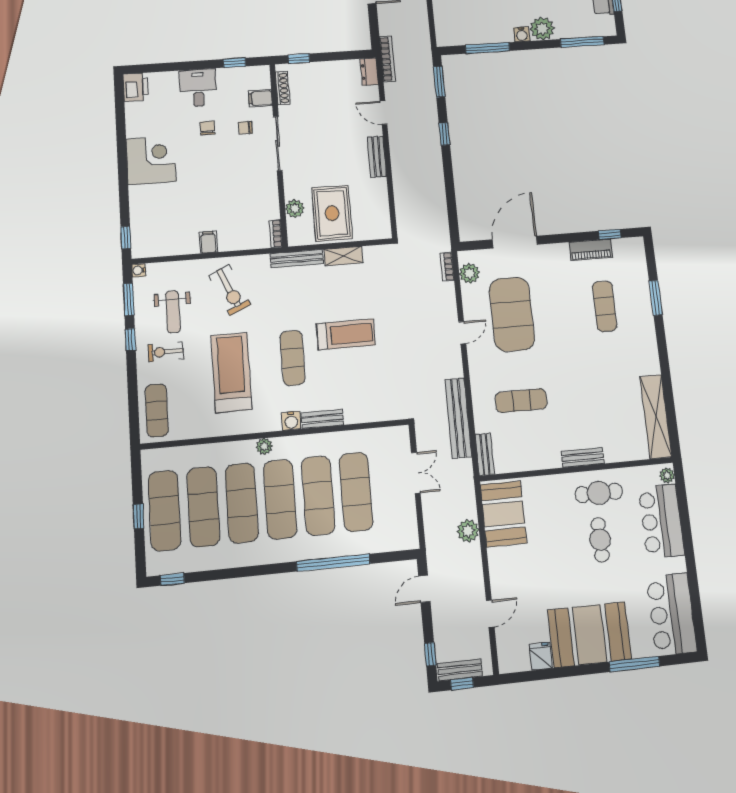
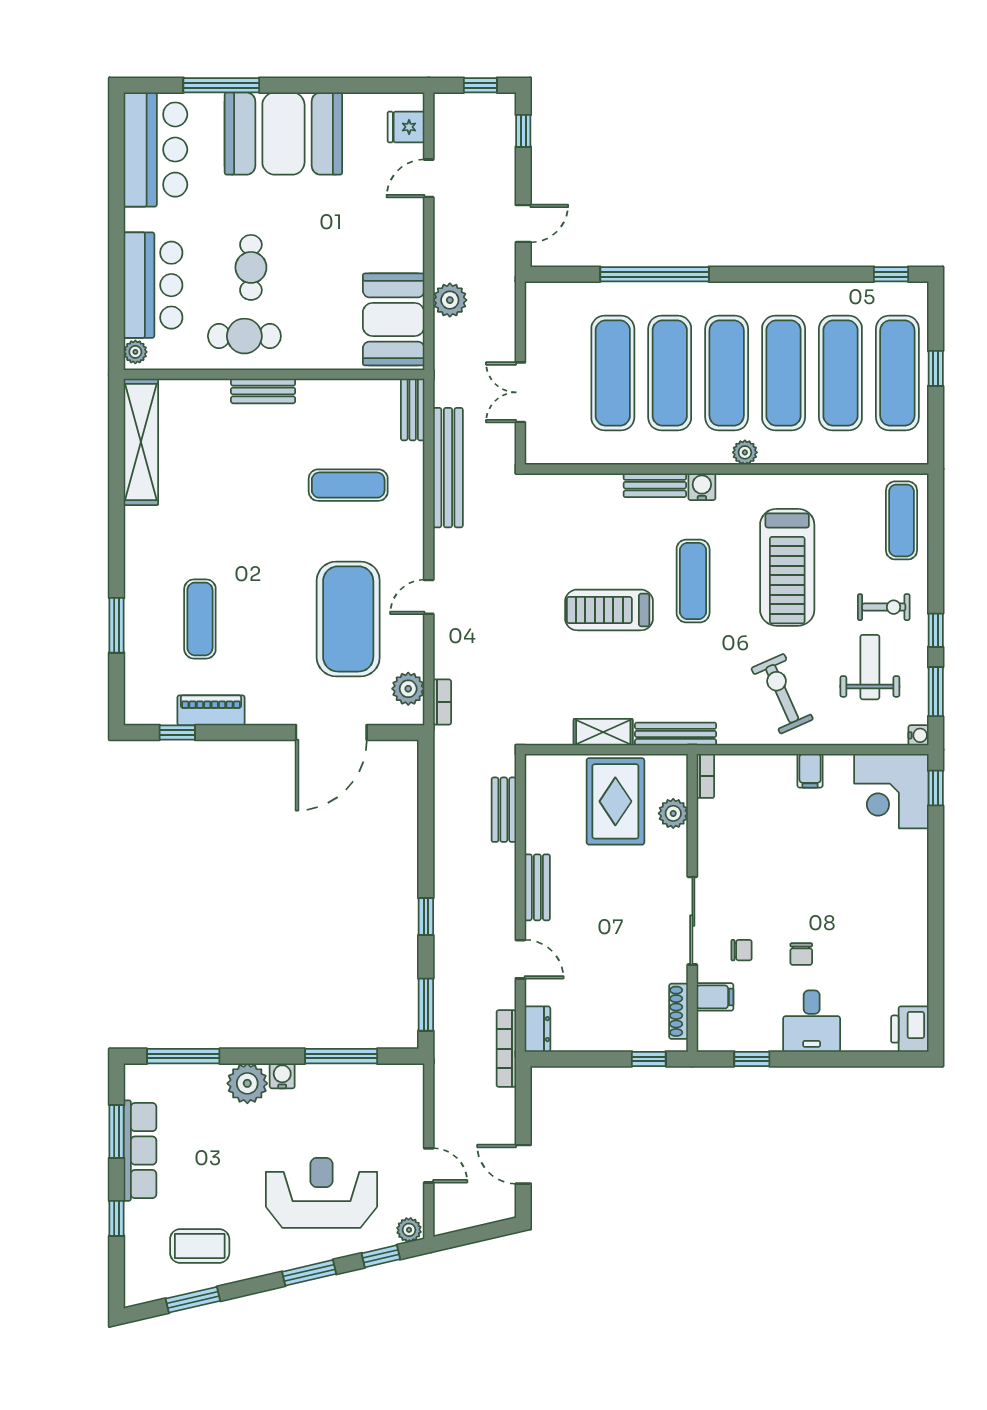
corner desk: (151, 160) -> (891, 791), moved
fridge: (541, 656) -> (406, 127), moved, turned 90
bench: (460, 670) -> (504, 810), moved, turned 90

